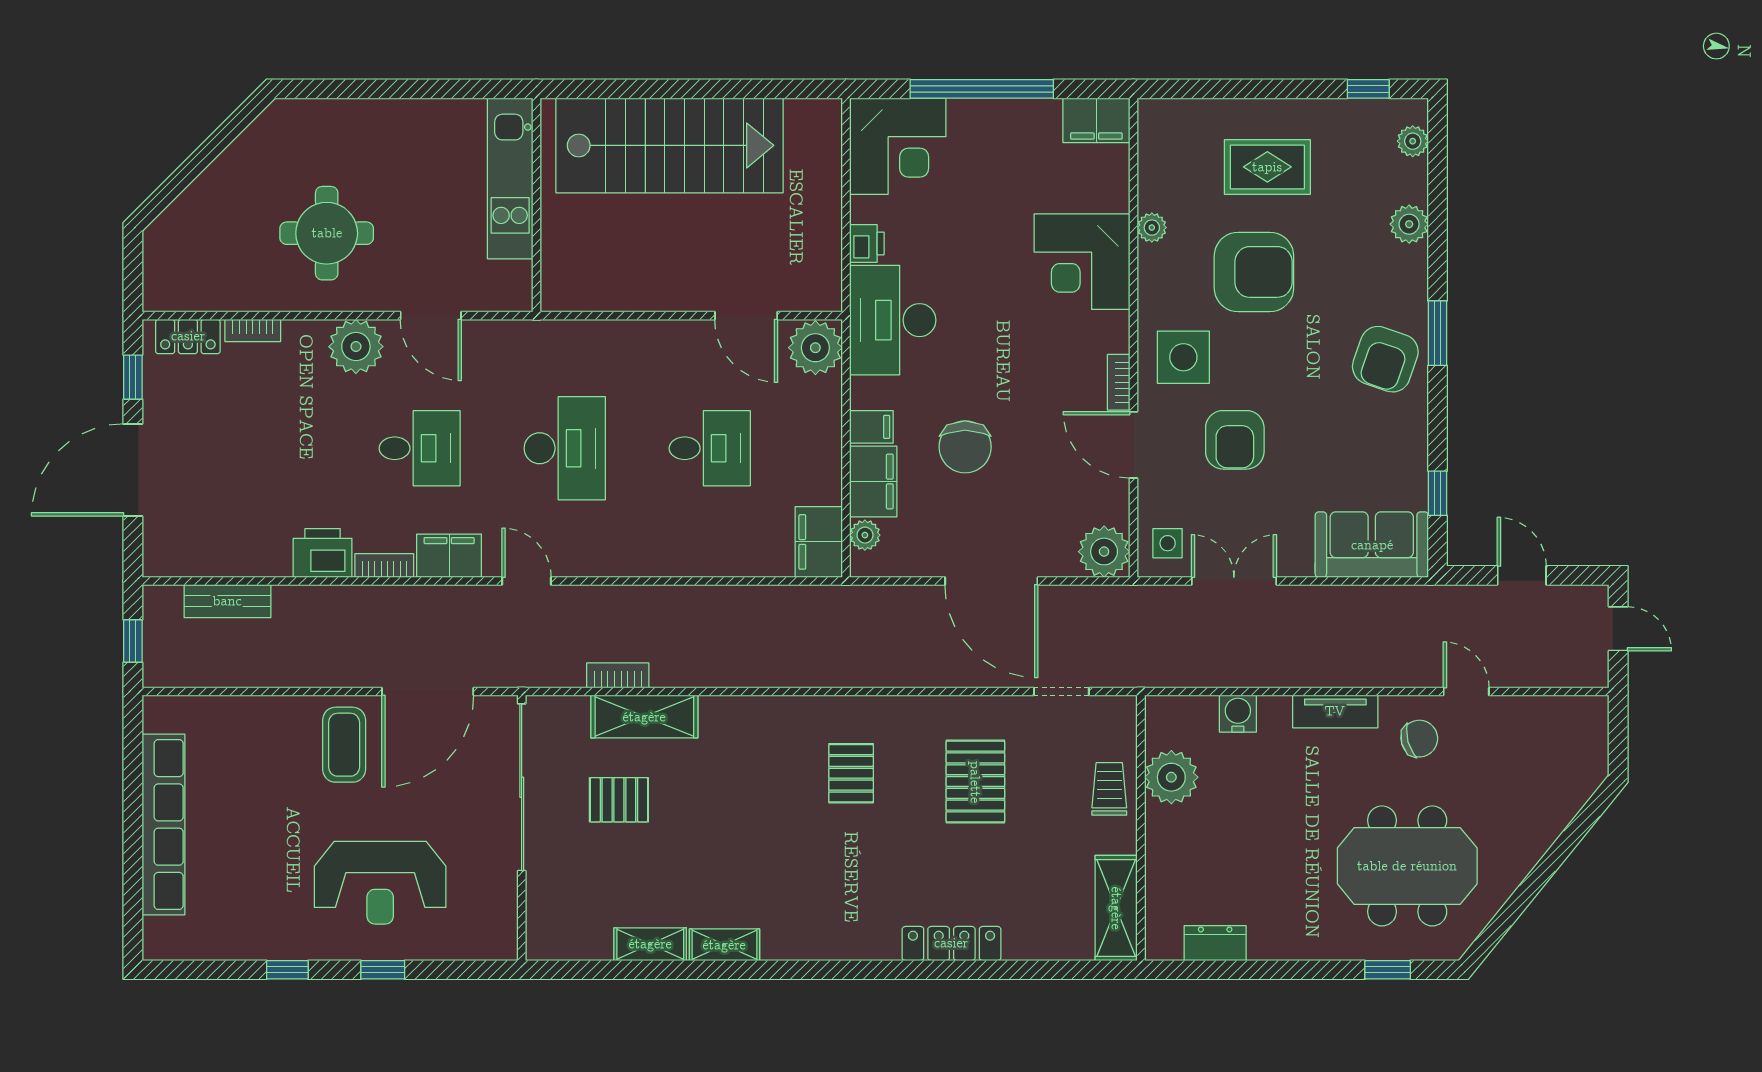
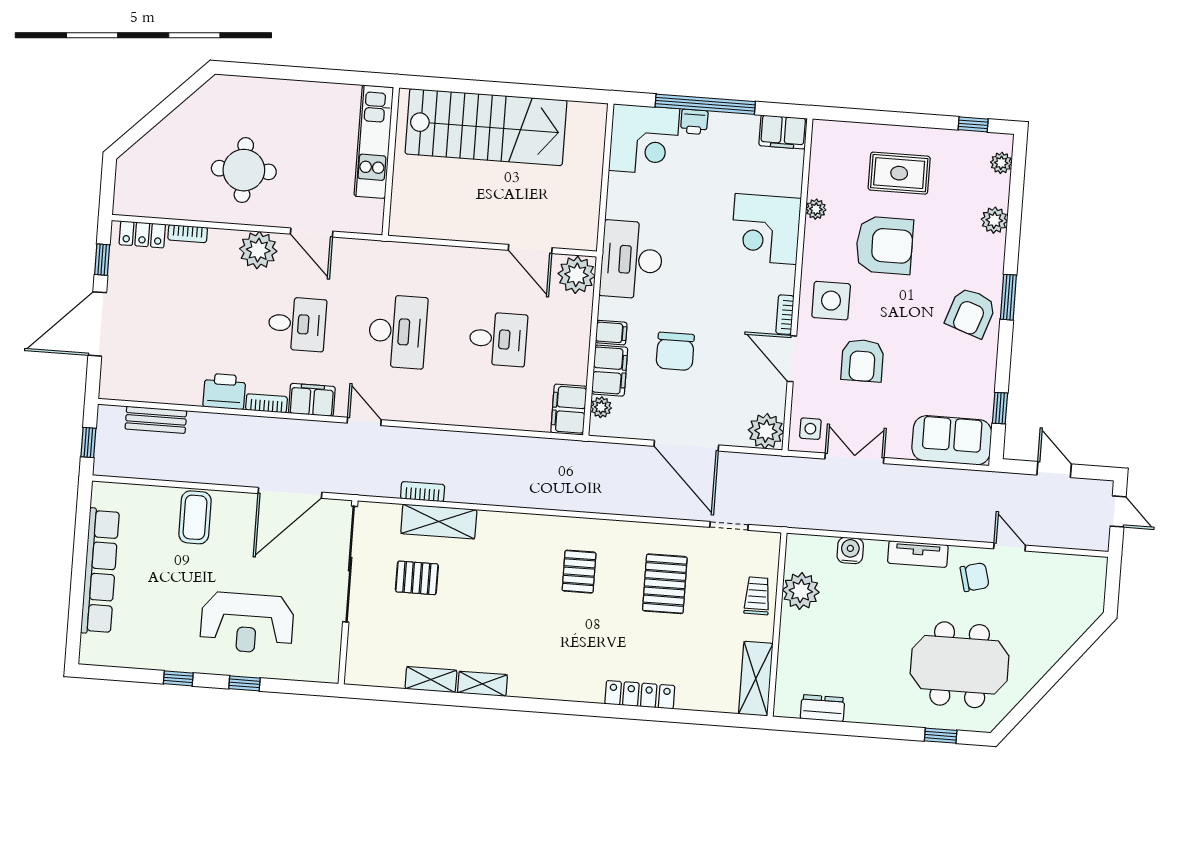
printer: (867, 243) -> (694, 122), moved, turned 90
coffee table: (344, 745) -> (195, 517), moved

